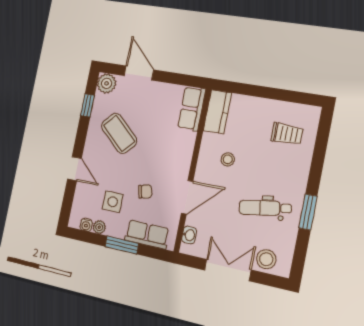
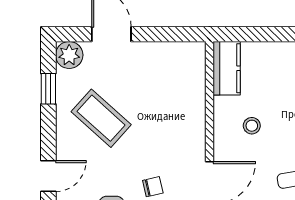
row of seats: (192, 109) -> (192, 70), removed
door: (74, 169) -> (48, 176), hinge flipped

